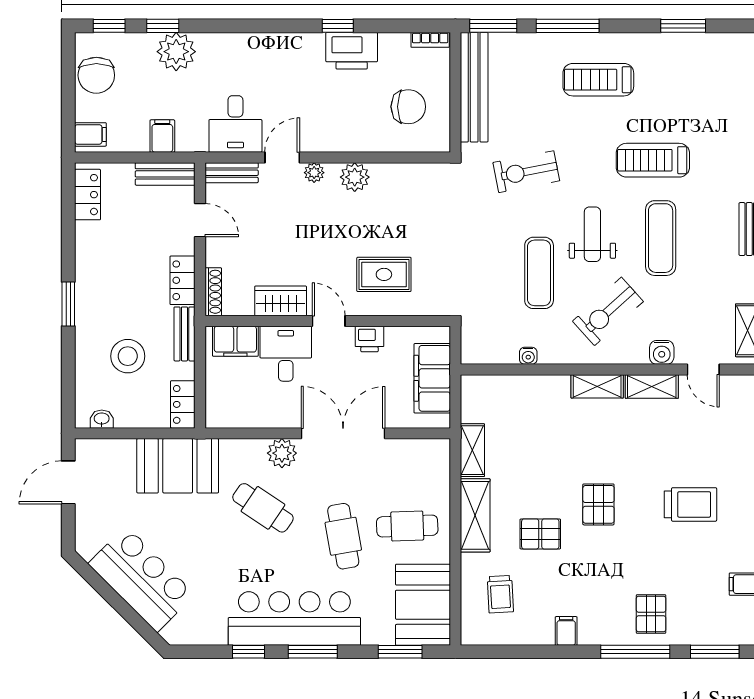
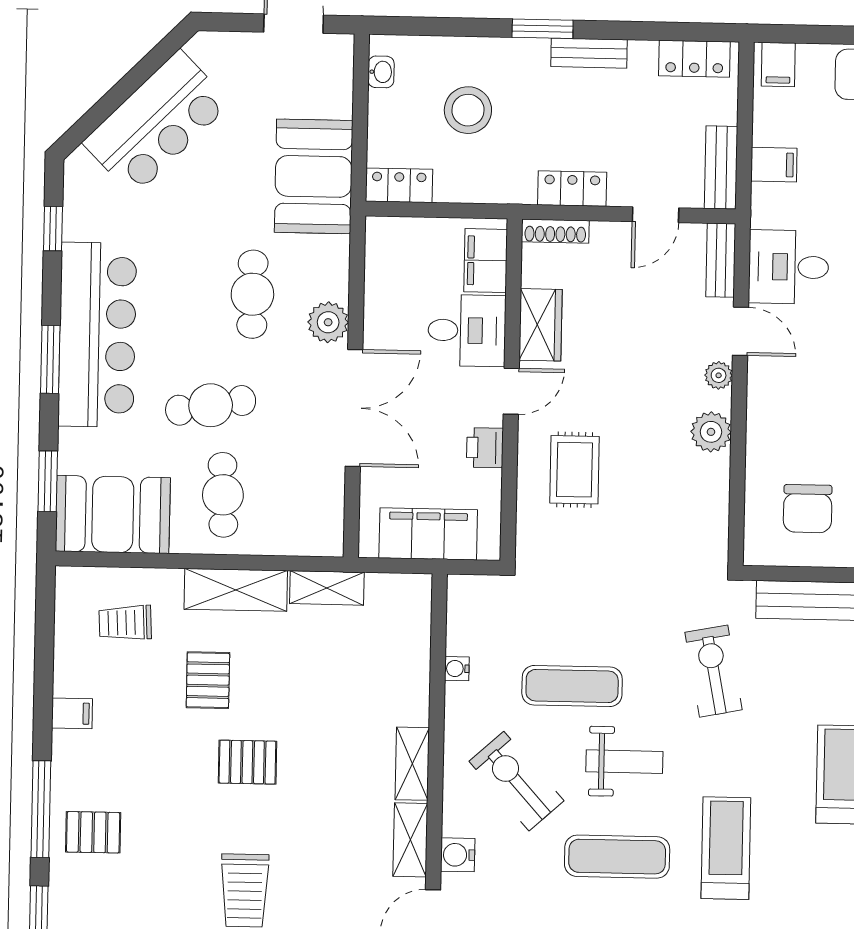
bench: (184, 334) -> (589, 53), moved
cafe table: (263, 508) -> (252, 294), turned -34
window: (249, 652) -> (53, 229), moved

